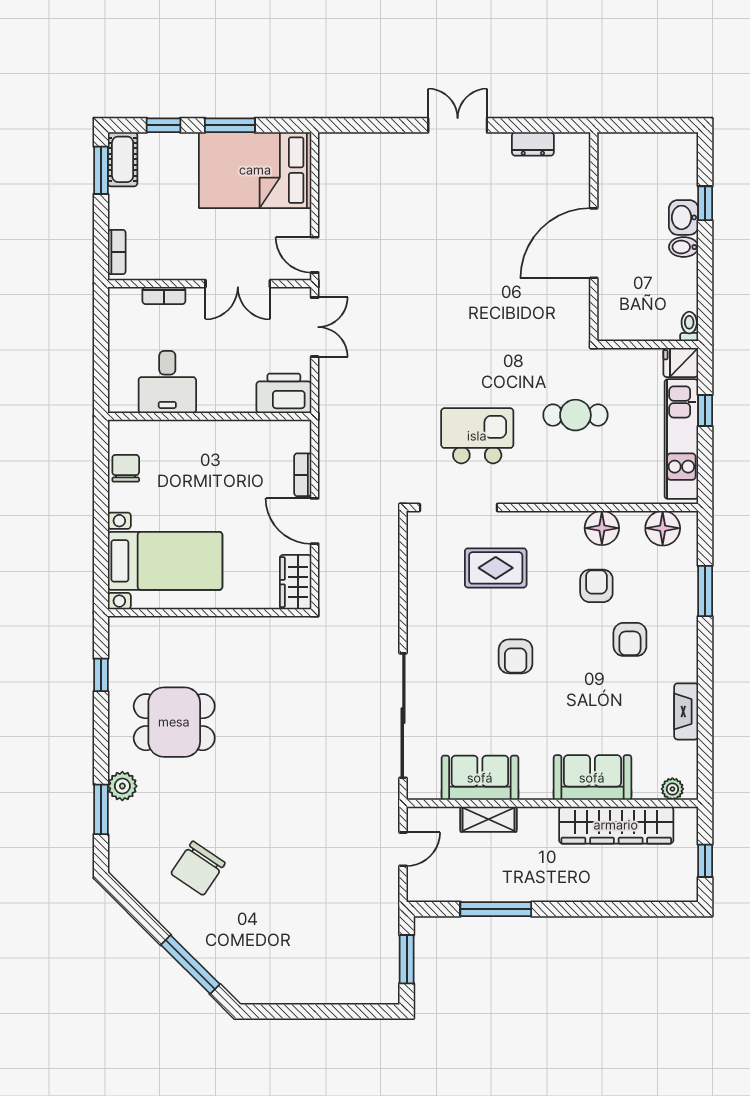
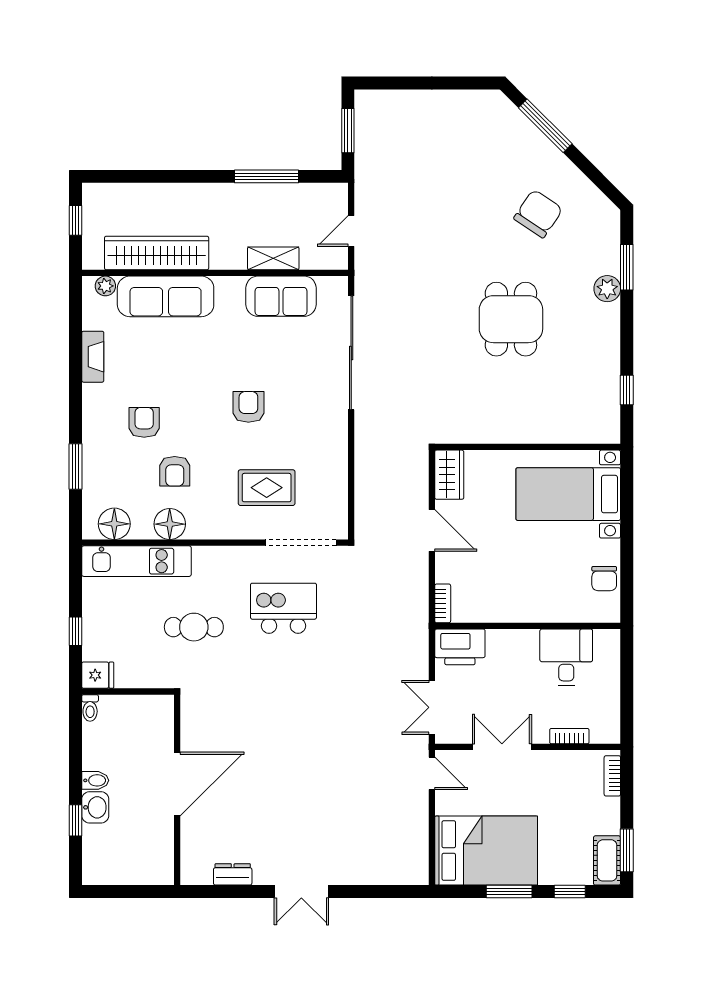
kitchen island: (477, 436) -> (283, 608), turned 180
kitchen unit: (681, 439) -> (136, 561), moved, turned 90
bookcase: (303, 475) -> (443, 603), moved
dining table: (174, 722) -> (511, 319), moved, turned 90
sofa: (592, 778) -> (166, 296), width x1.36

